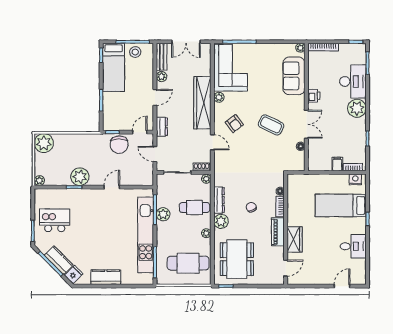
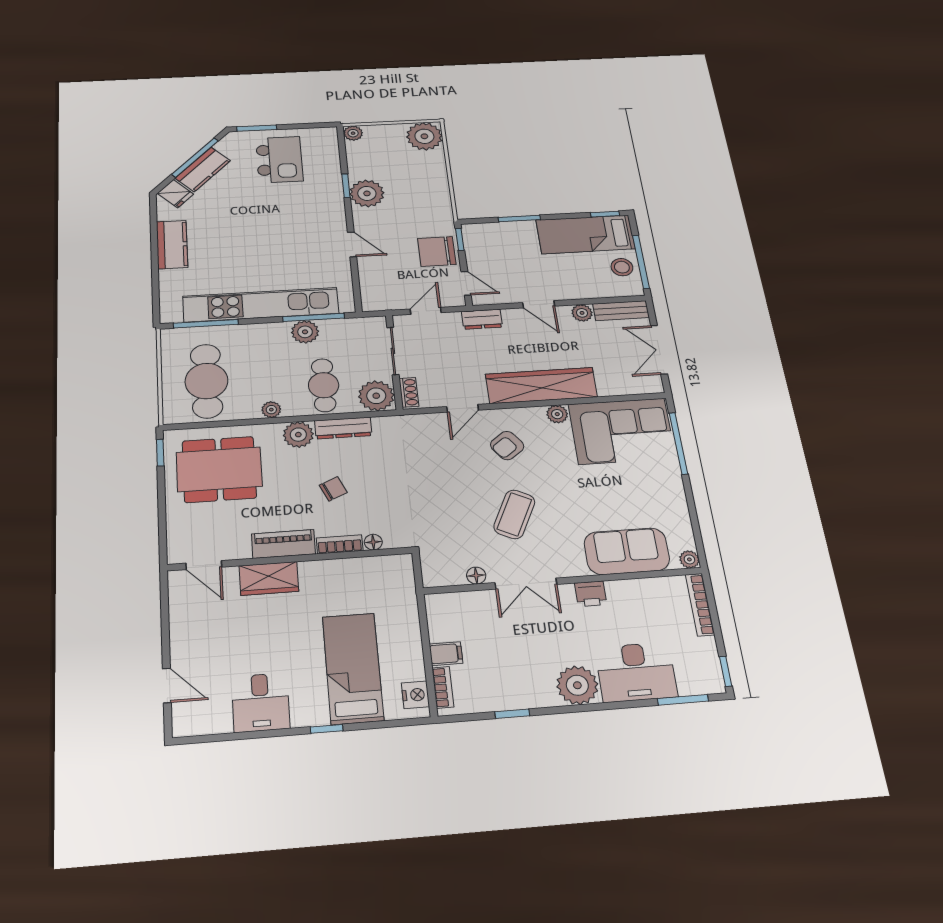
plant: (206, 179) -> (376, 396), width x1.88, depth x1.88

